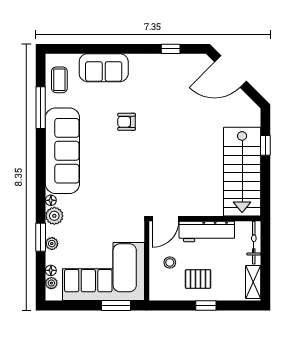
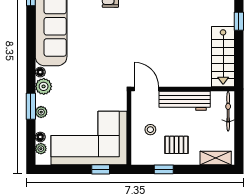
stairs: (242, 172) -> (223, 57), width x0.73, depth x0.66
door: (166, 219) -> (146, 89), swing flipped
shelving: (253, 282) -> (216, 158), moved, turned 90
window: (116, 305) -> (101, 169), width x0.67
window: (206, 305) -> (164, 169), moved

